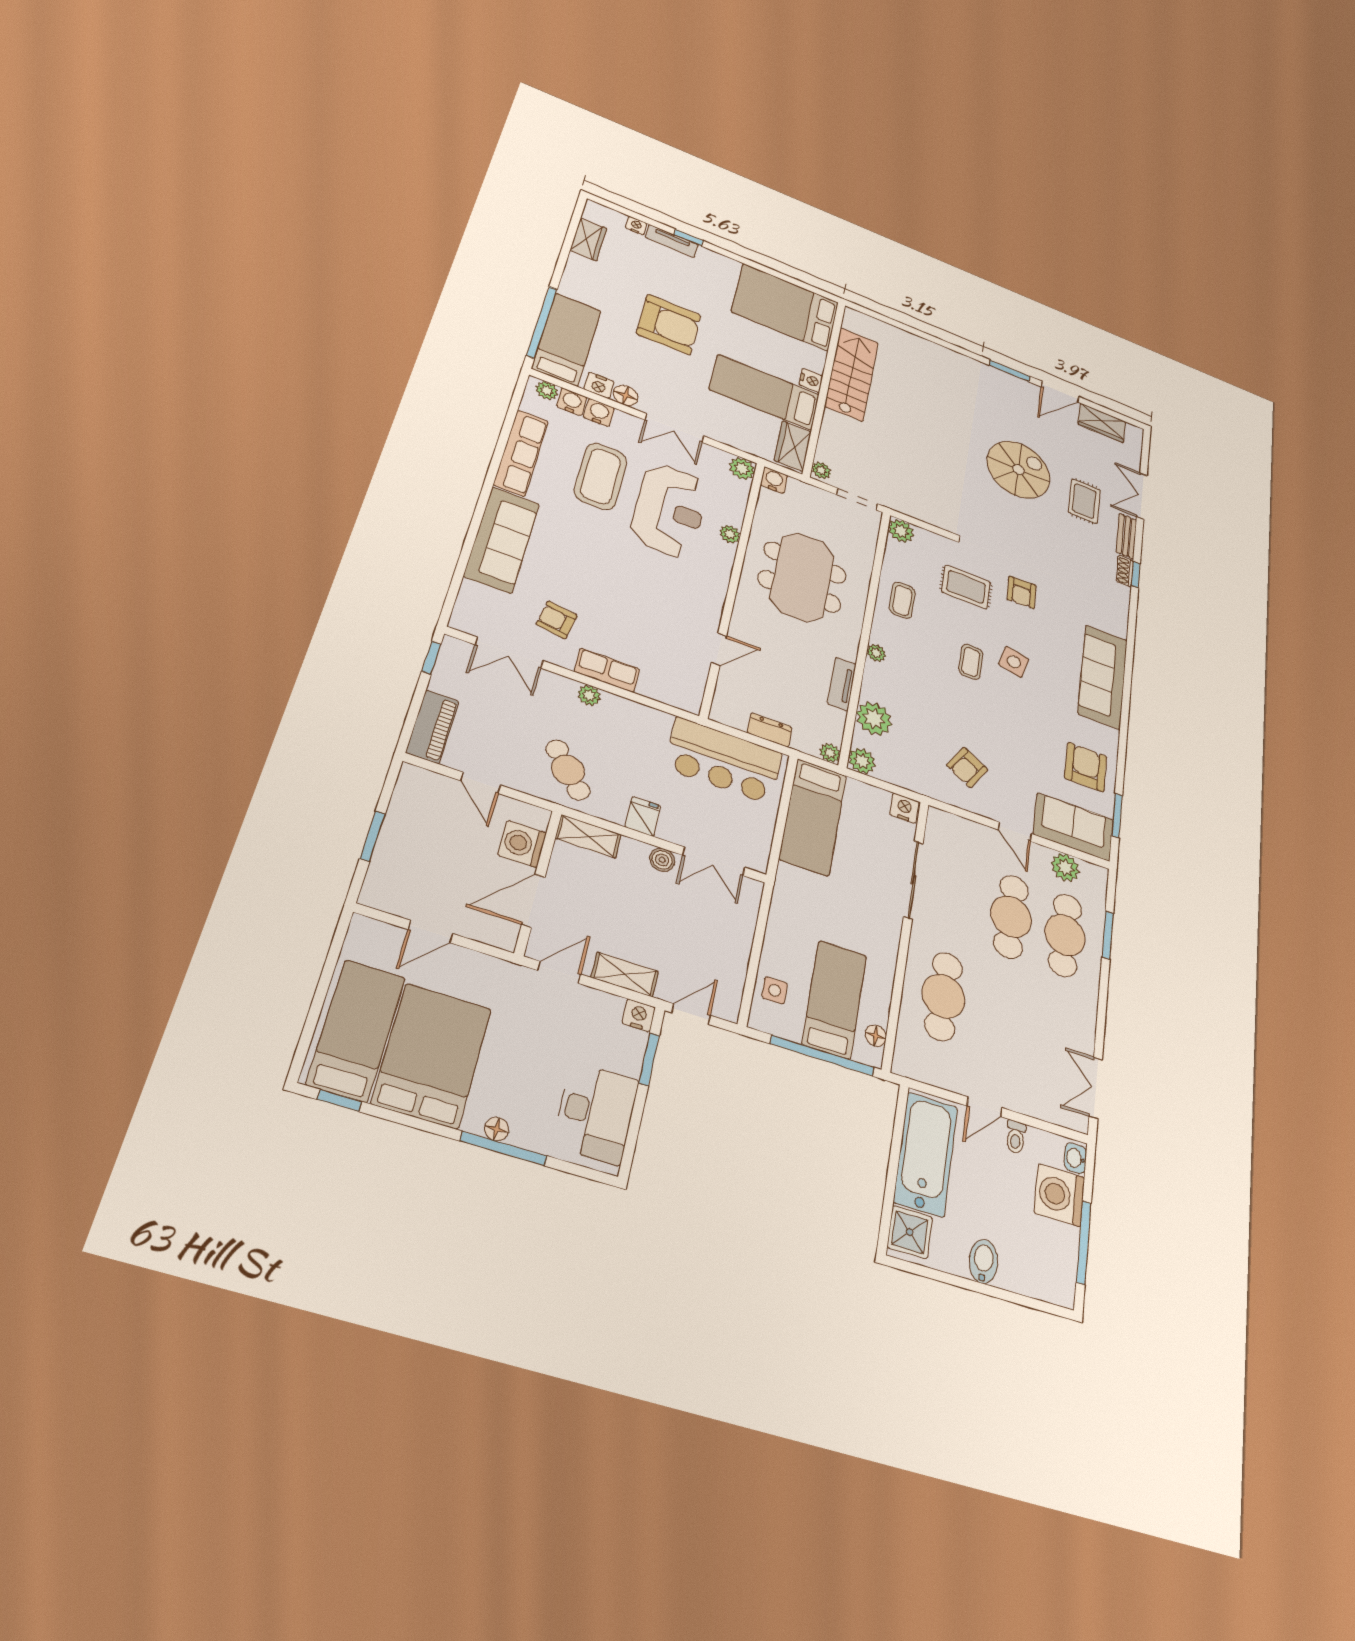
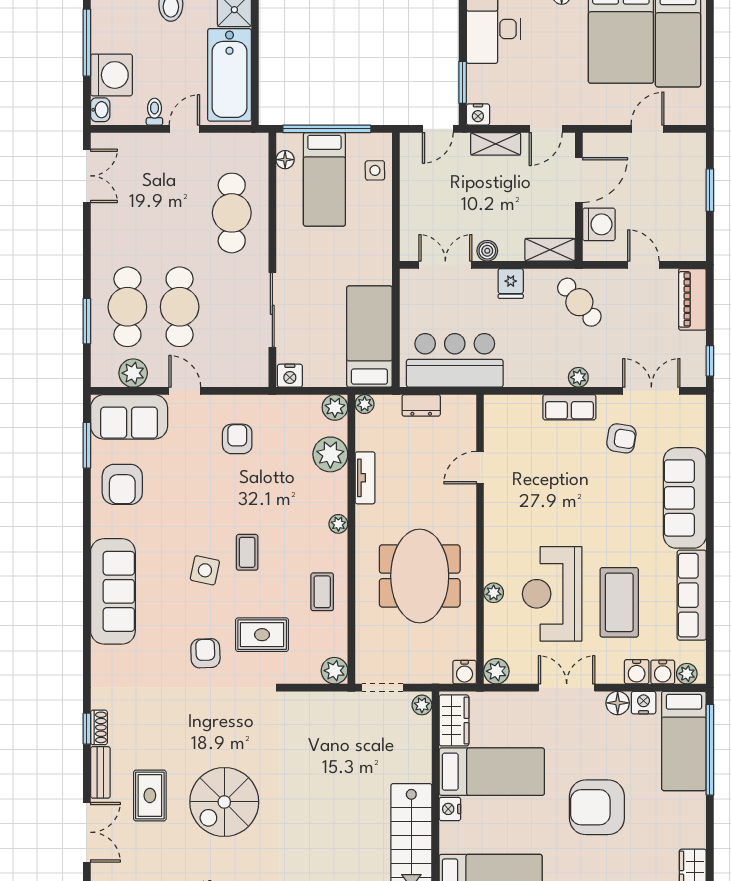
armchair: (967, 767) -> (237, 439), turned -30

